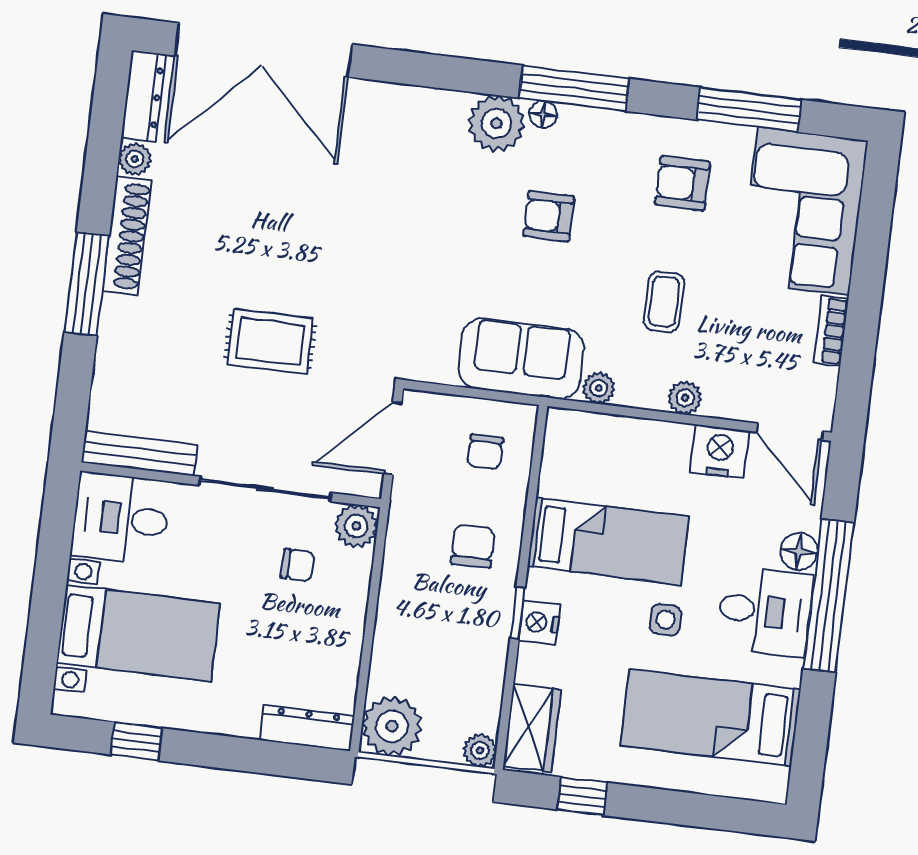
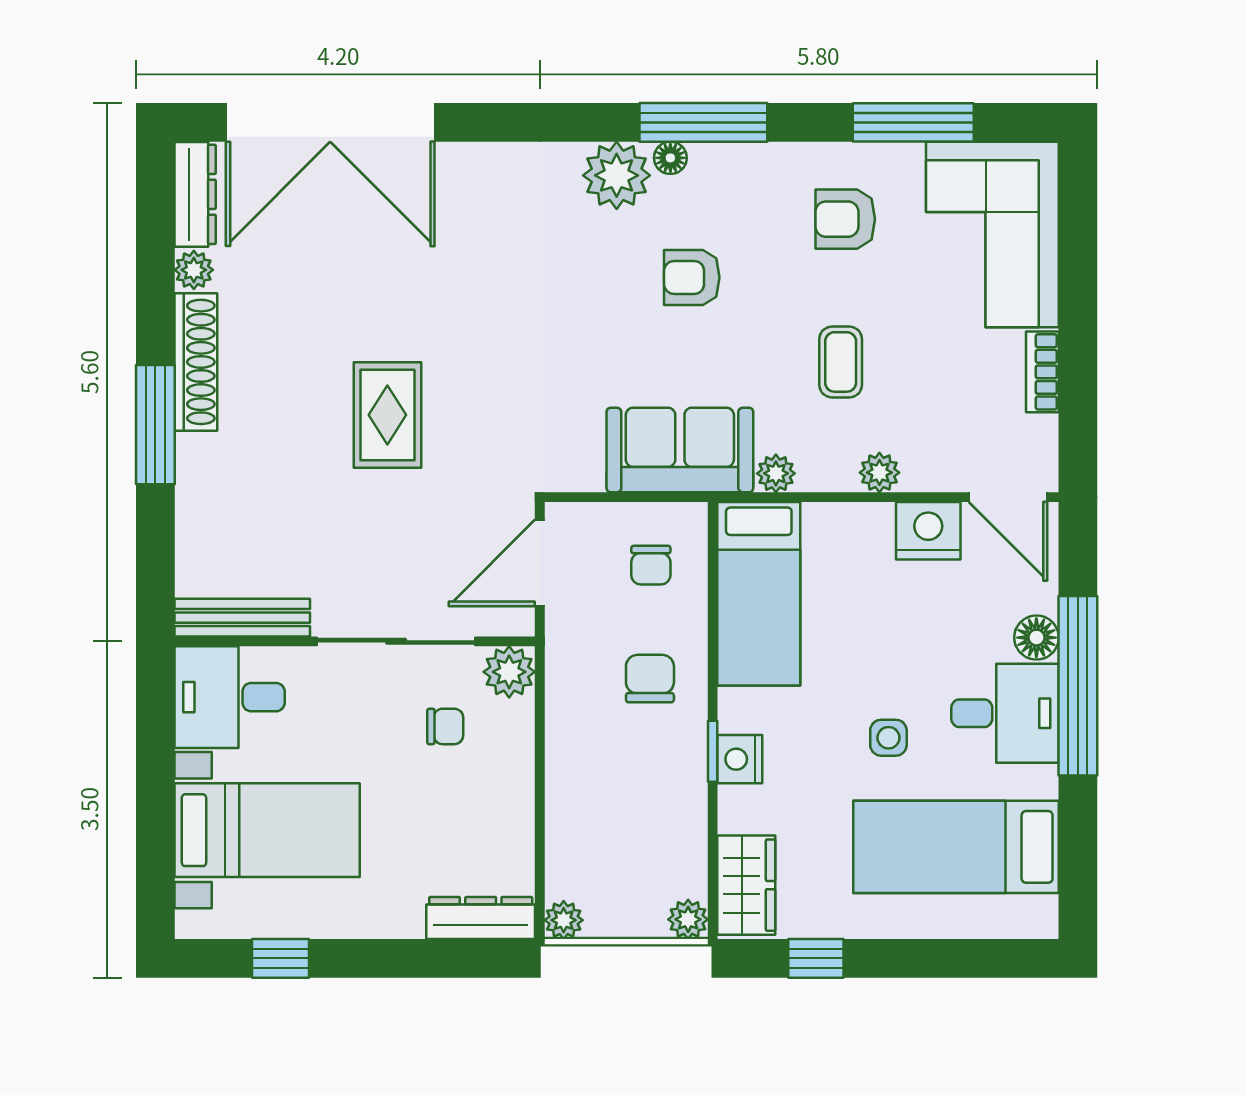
rug: (270, 341) -> (387, 415), moved, turned 90
bed: (608, 541) -> (759, 594), moved, turned 90
plant: (392, 726) -> (564, 920), width x0.53, depth x0.53

